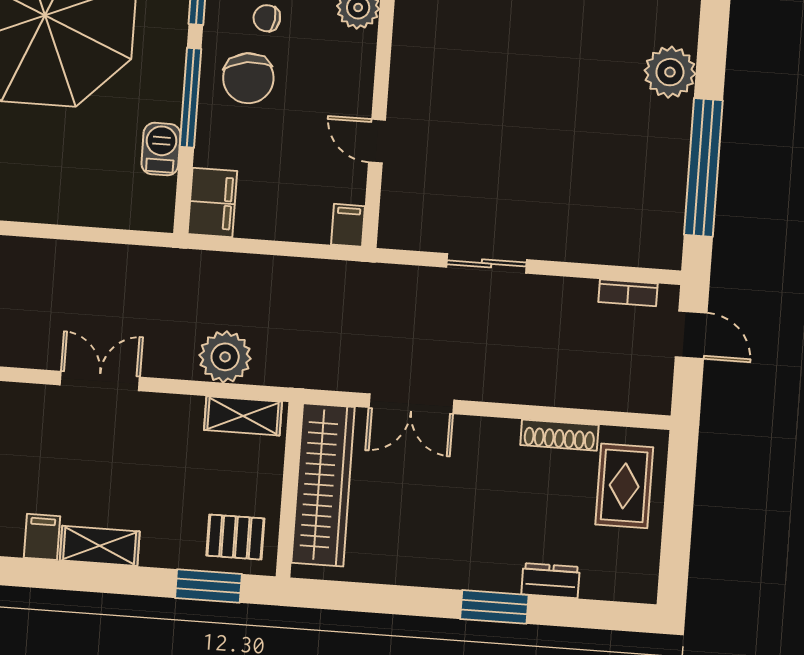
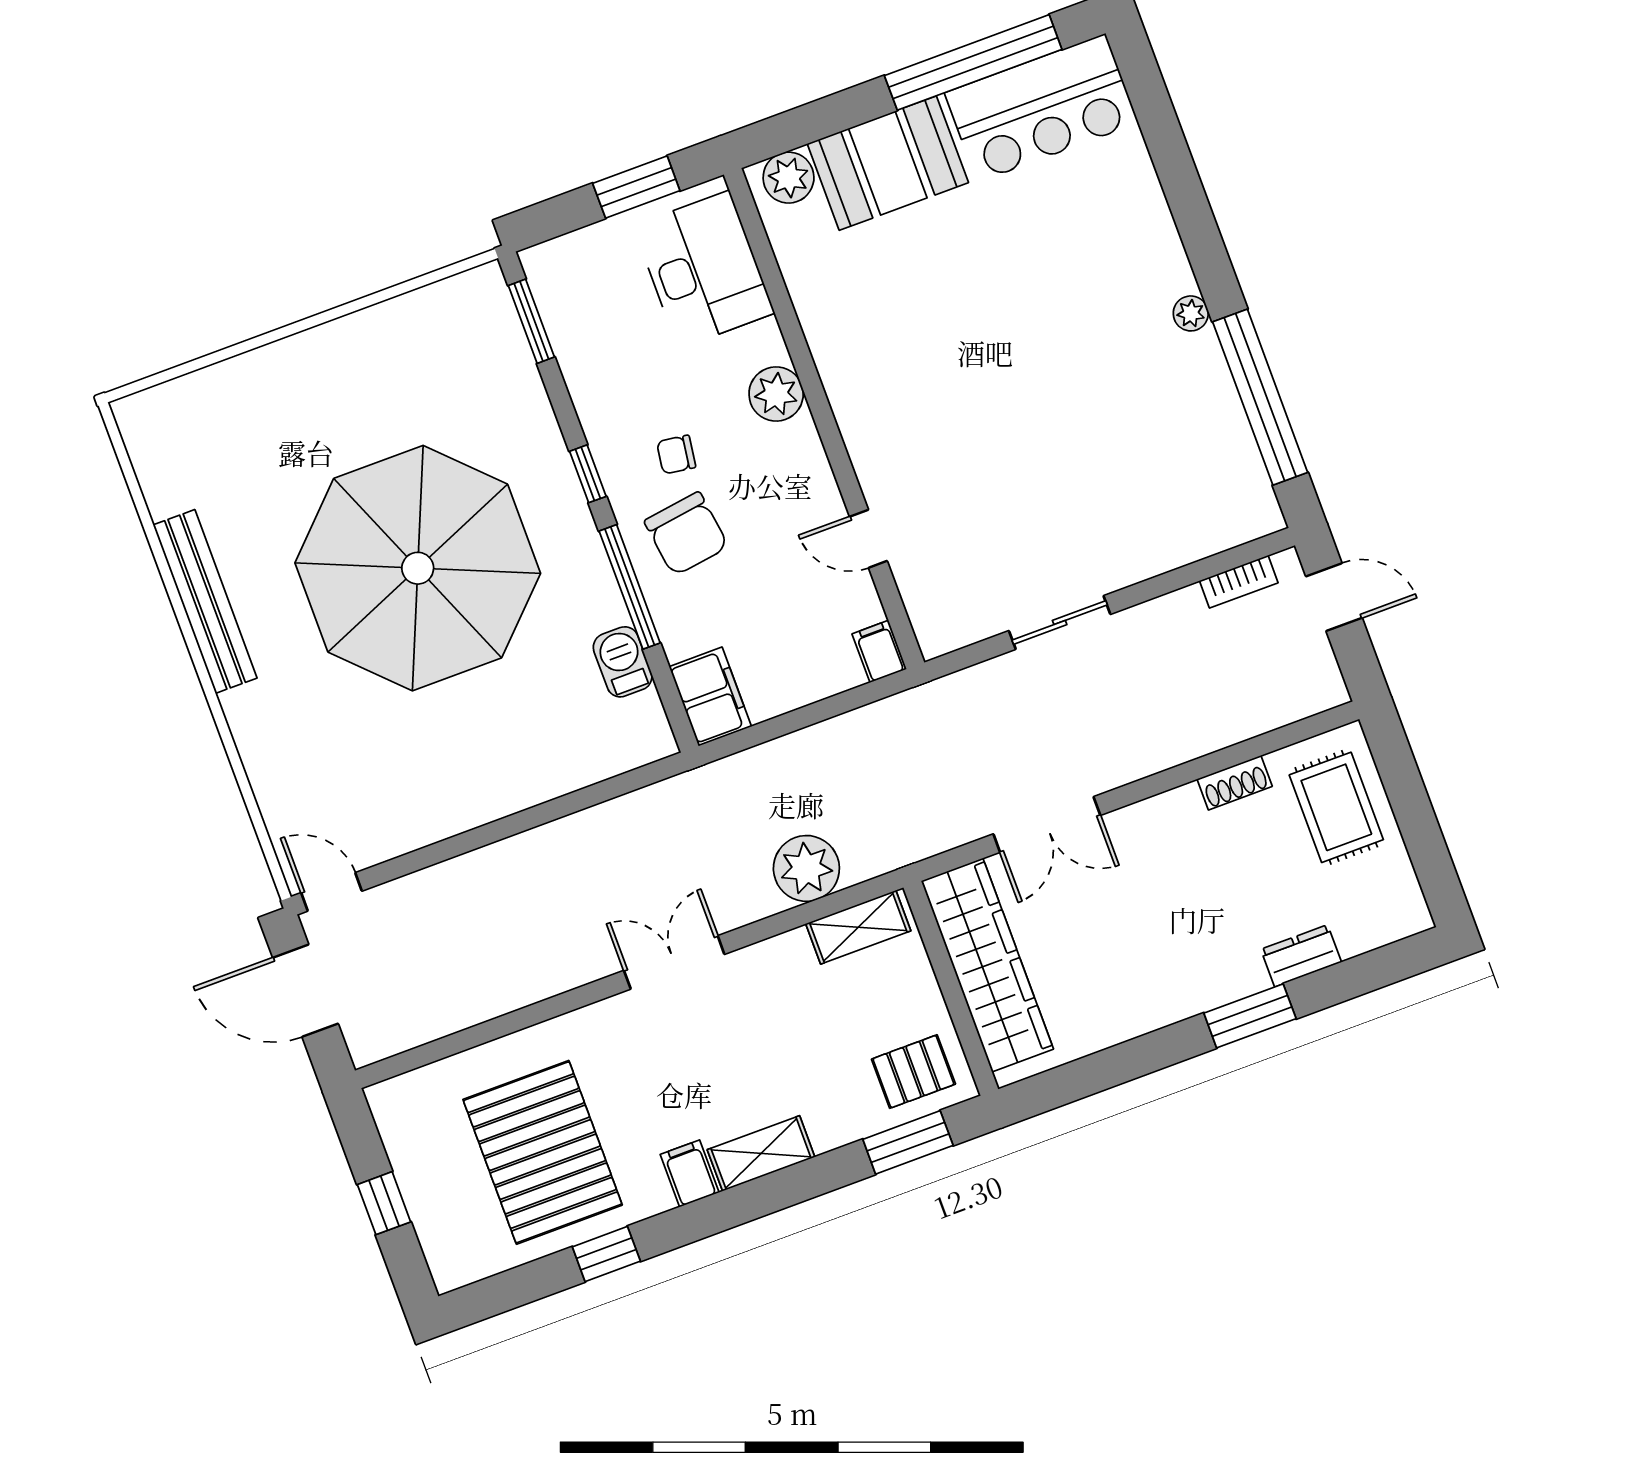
plant: (670, 72) -> (1191, 313), width x0.53, depth x0.53
shoe rack: (559, 435) -> (1235, 783), width x0.70

